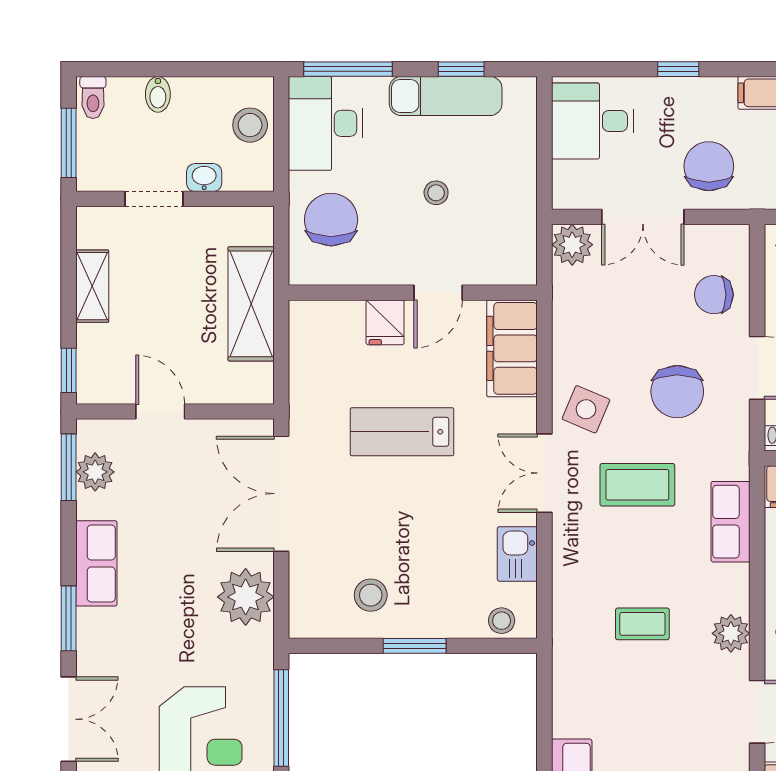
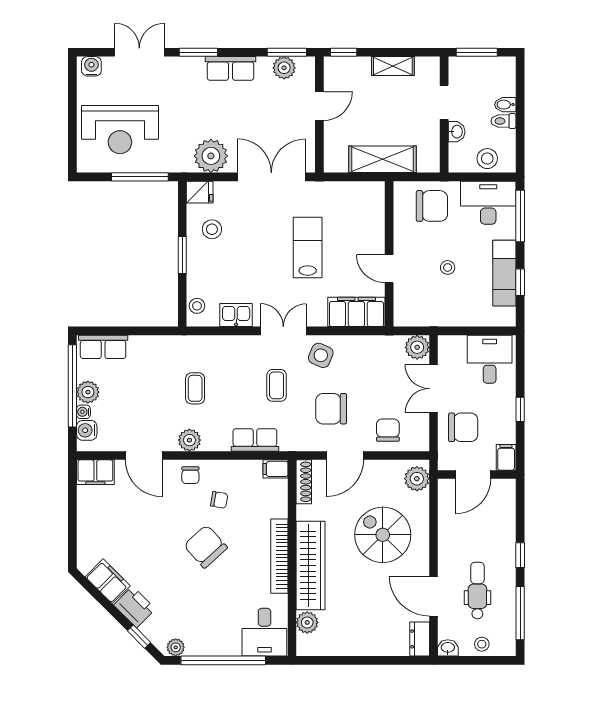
toilet: (93, 97) -> (503, 121), moved
fridge: (385, 322) -> (200, 192), moved, turned 180
coffee table: (637, 485) -> (277, 385), width x0.73, depth x0.77
double door: (69, 719) -> (139, 52), swing flipped

